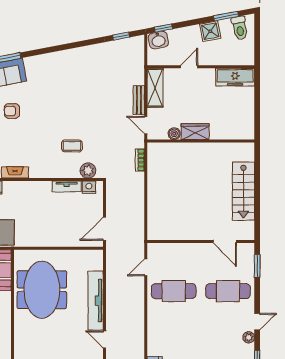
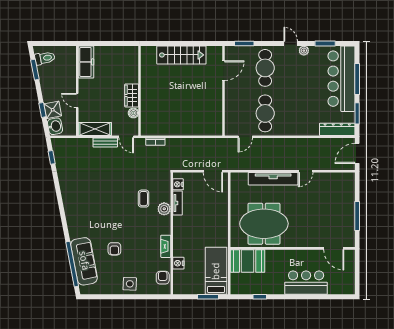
window: (163, 28) -> (43, 110), moved
shower: (210, 31) -> (53, 110), moved
door: (146, 125) -> (126, 137), hinge flipped
plant: (88, 171) -> (164, 209), moved
door: (146, 267) -> (245, 137), hinge flipped

